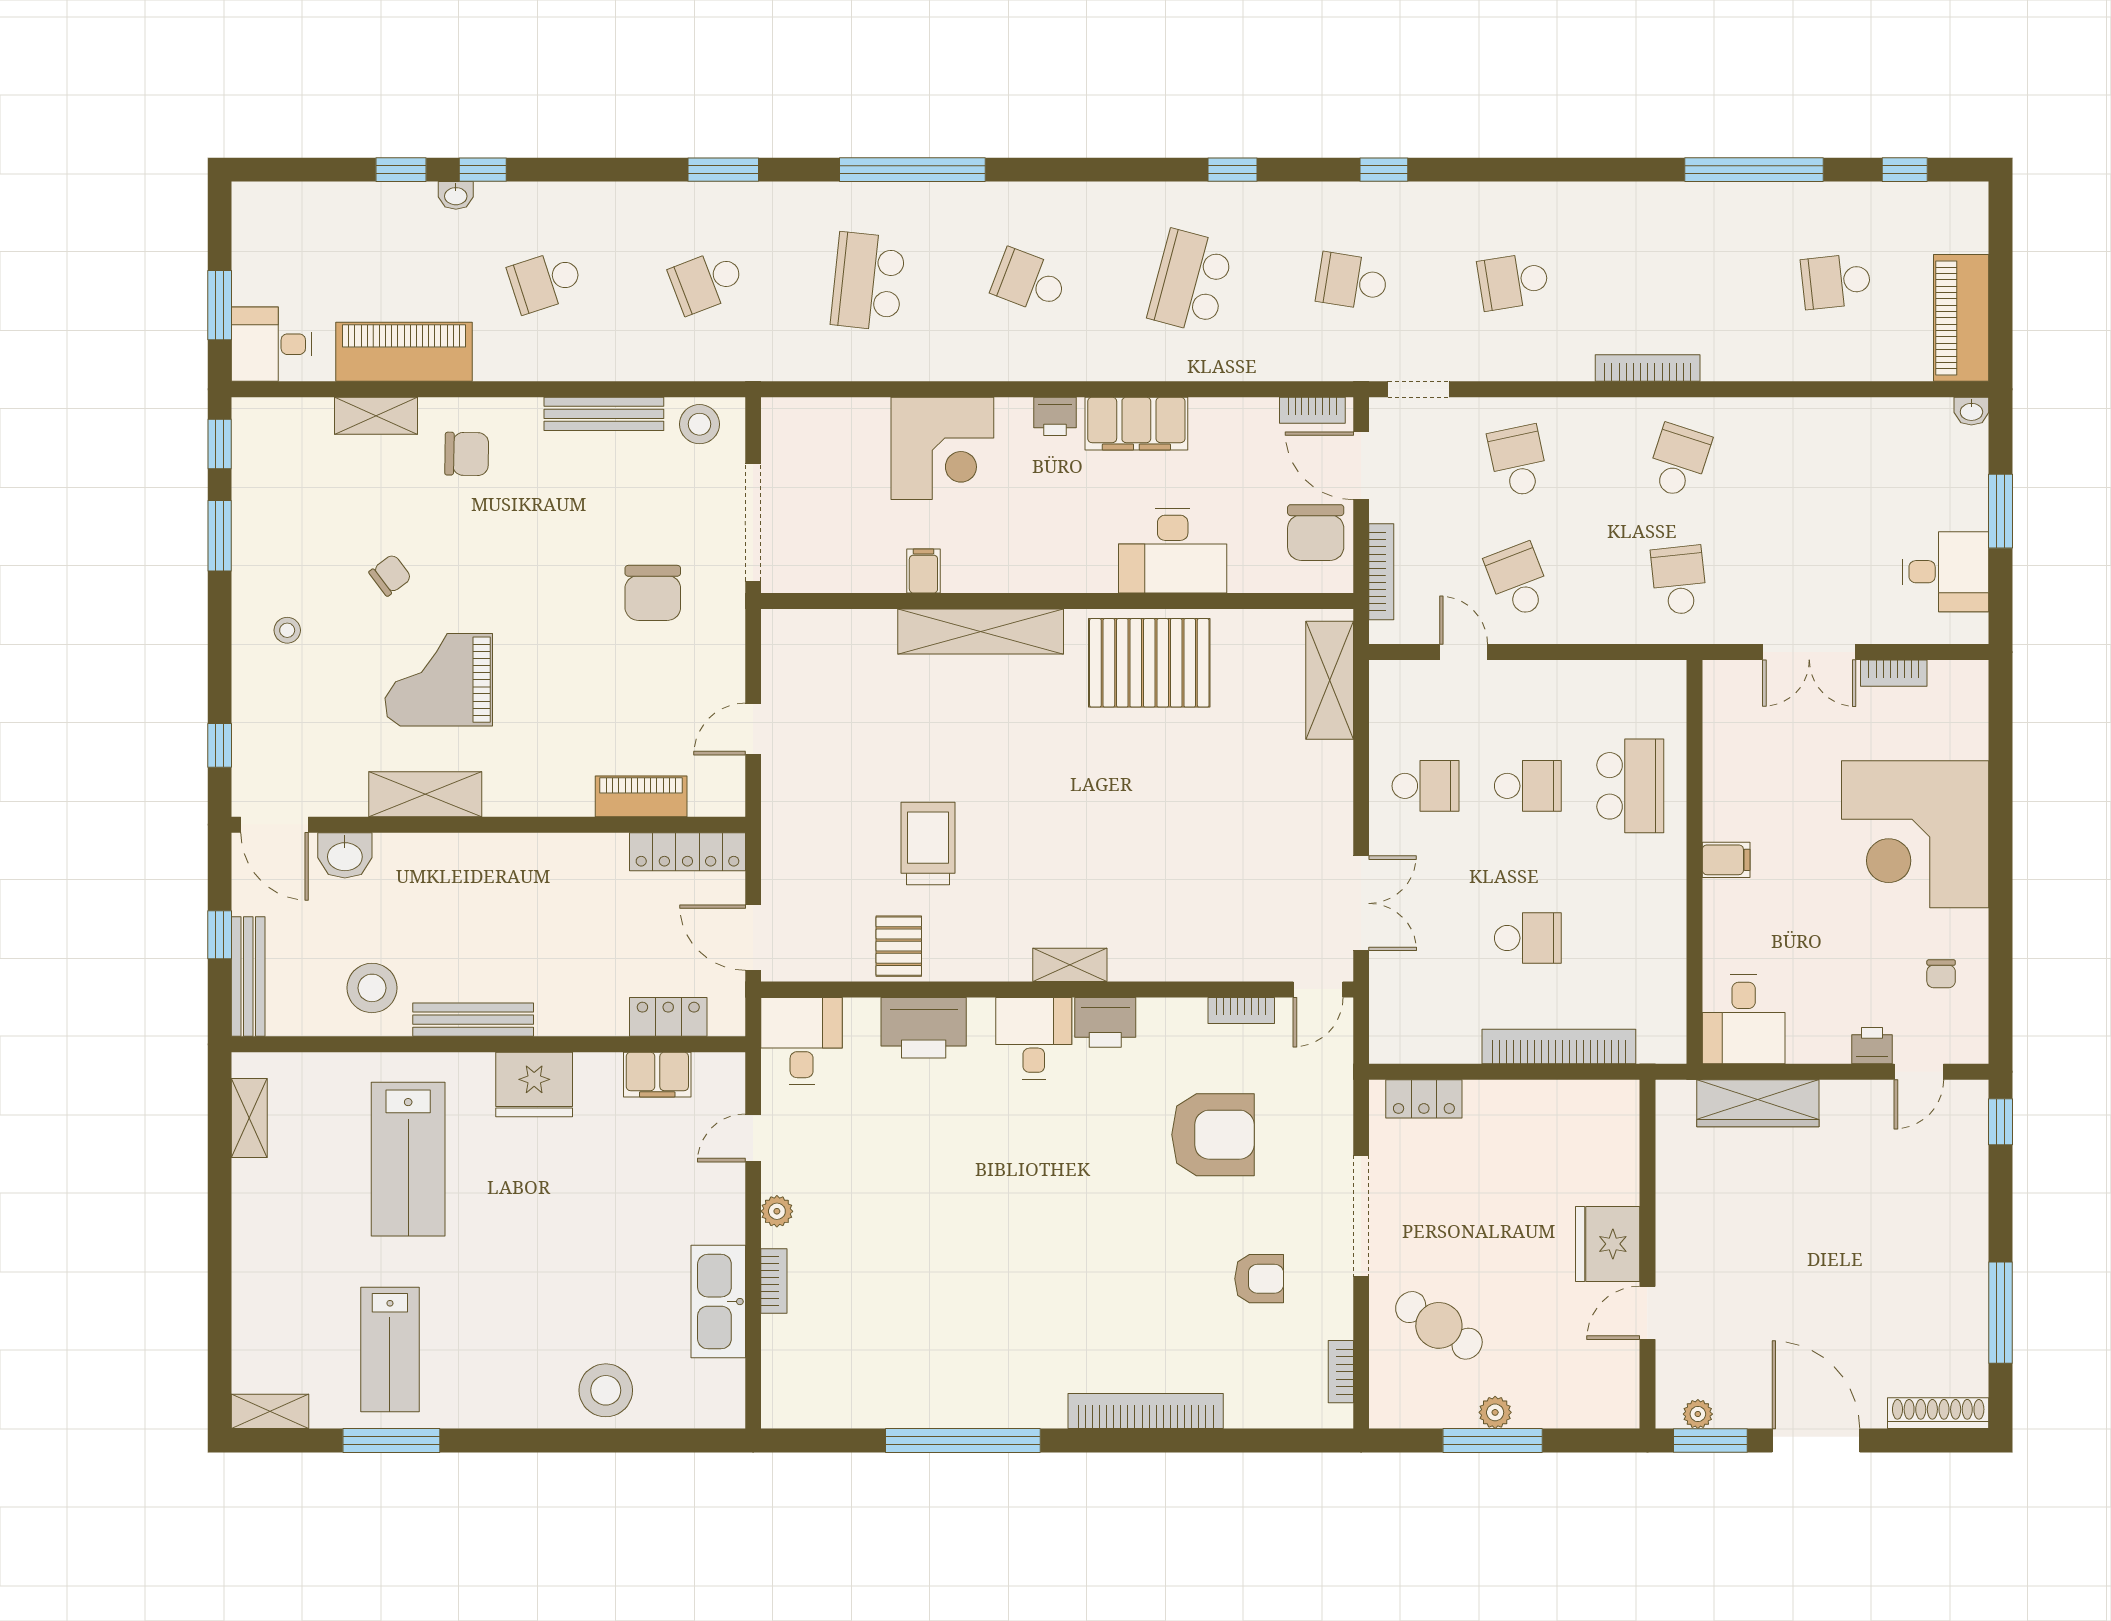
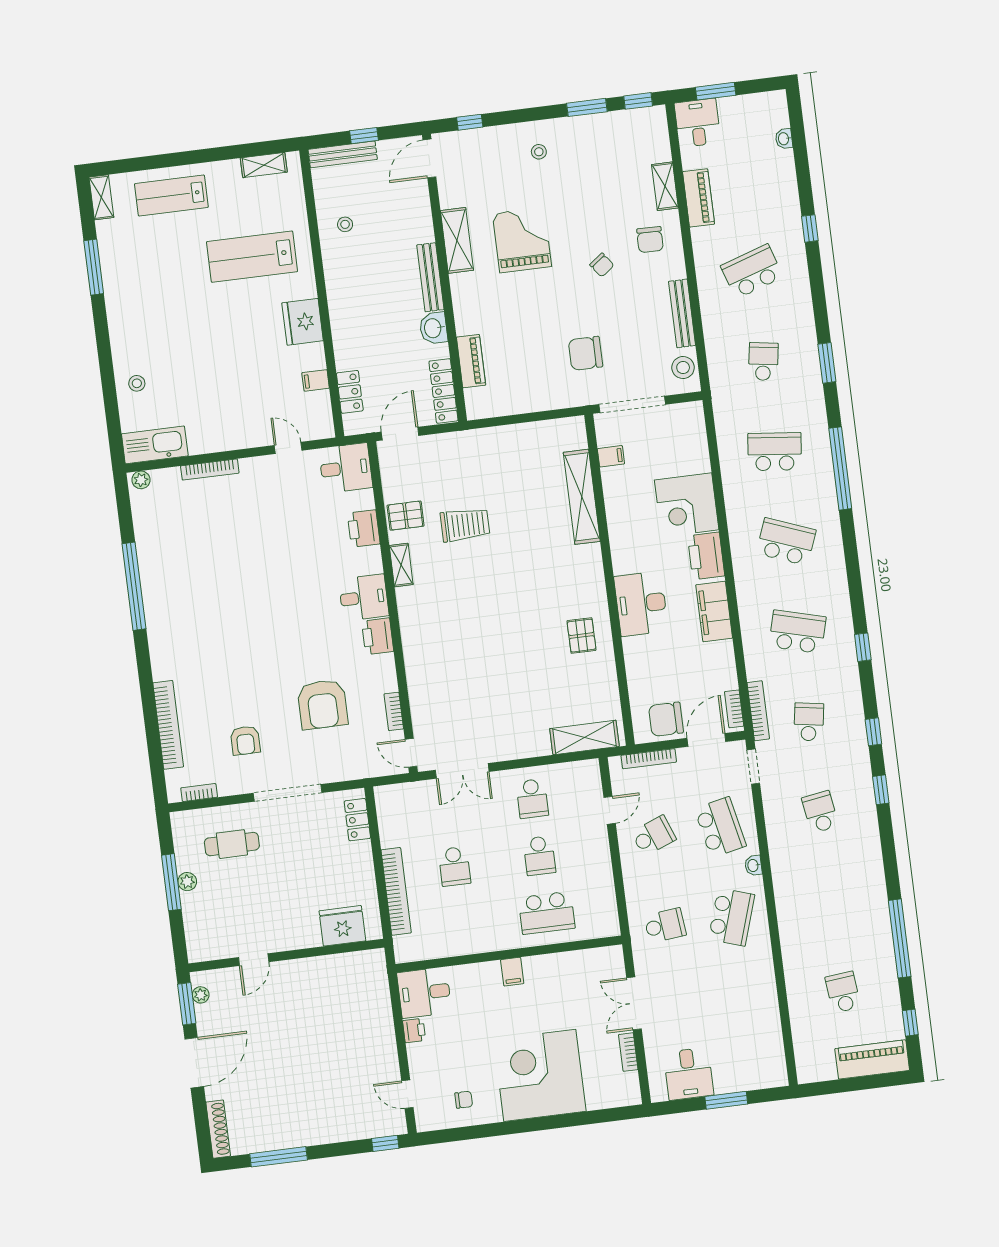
window: (401, 170) -> (881, 790), moved
washbasin: (456, 195) -> (784, 139), moved
school desk: (545, 281) -> (752, 271), width x1.85
school desk: (707, 281) -> (763, 361), turned 30
school desk: (1029, 281) -> (786, 542), width x1.85
piano: (1961, 318) -> (872, 1059), moved
piano: (404, 352) -> (699, 198), width x0.73, depth x0.75
bookcase: (1648, 368) -> (758, 711), moved
washbasin: (1971, 411) -> (753, 865), moved
printer: (1055, 416) -> (706, 556), width x1.87, depth x1.48
school desk: (1518, 461) -> (720, 827), width x1.85
school desk: (1679, 461) -> (732, 917), width x1.85
desk: (1173, 551) -> (641, 604), moved
filing cabinet: (923, 571) -> (611, 456), moved
chair: (390, 575) -> (602, 265), moved
shelving: (981, 631) -> (582, 497), moved
pallet: (1149, 663) -> (581, 636), width x0.49, depth x0.50
door: (753, 729) -> (517, 419), removed
washbasin: (345, 855) -> (433, 328), moved
shelving: (1070, 965) -> (401, 565), moved
chair: (1941, 974) -> (464, 1100), turned 180
stool: (372, 988) -> (345, 224), width x0.53, depth x0.53
bench: (473, 1020) -> (430, 277), moved
printer: (924, 1028) -> (364, 528), width x0.73, depth x0.84
printer: (1872, 1046) -> (414, 1031), moved
filing cabinet: (657, 1075) -> (316, 380), width x0.50
wardrobe: (1758, 1103) -> (378, 1007), removed
plant: (777, 1211) -> (141, 480), moved
fridge: (1608, 1244) -> (342, 926), moved
bookcase: (774, 1281) -> (210, 470), width x1.56
kitchen sink: (718, 1302) -> (155, 445), moved
door: (1647, 1313) -> (254, 960), swing flipped
cafe table: (1439, 1325) -> (232, 844), turned 57
lab bench: (390, 1349) -> (171, 196), moved
stool: (606, 1390) -> (137, 383), width x0.53, depth x0.53
bookcase: (1146, 1411) -> (168, 725), moved

